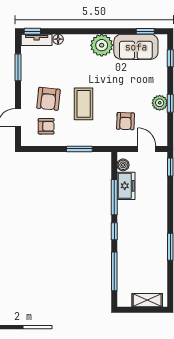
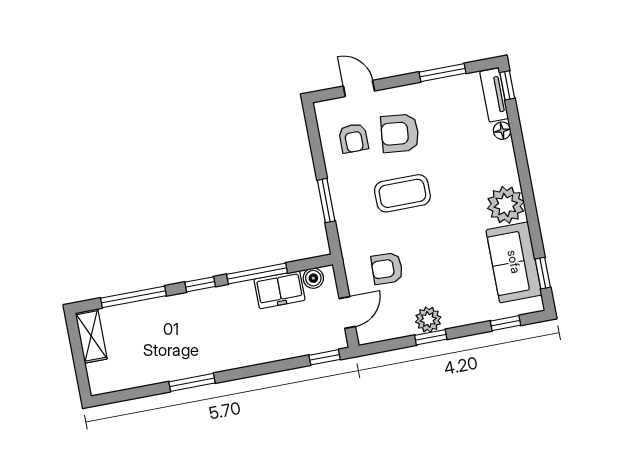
shelving: (147, 300) -> (91, 336), moved

